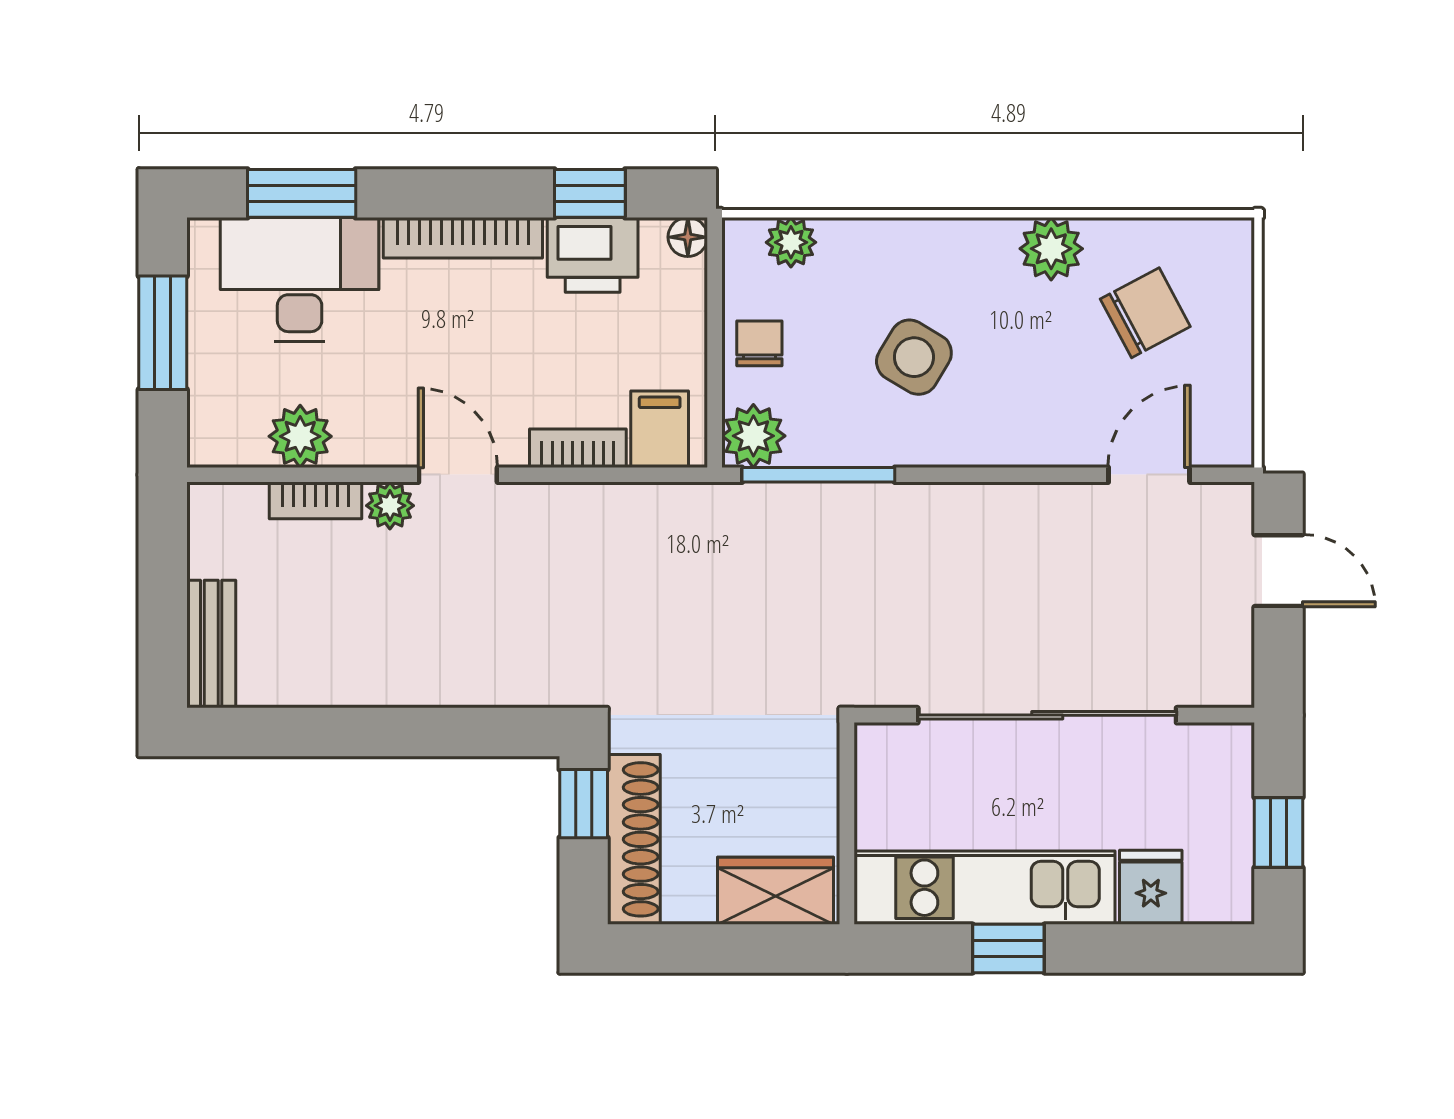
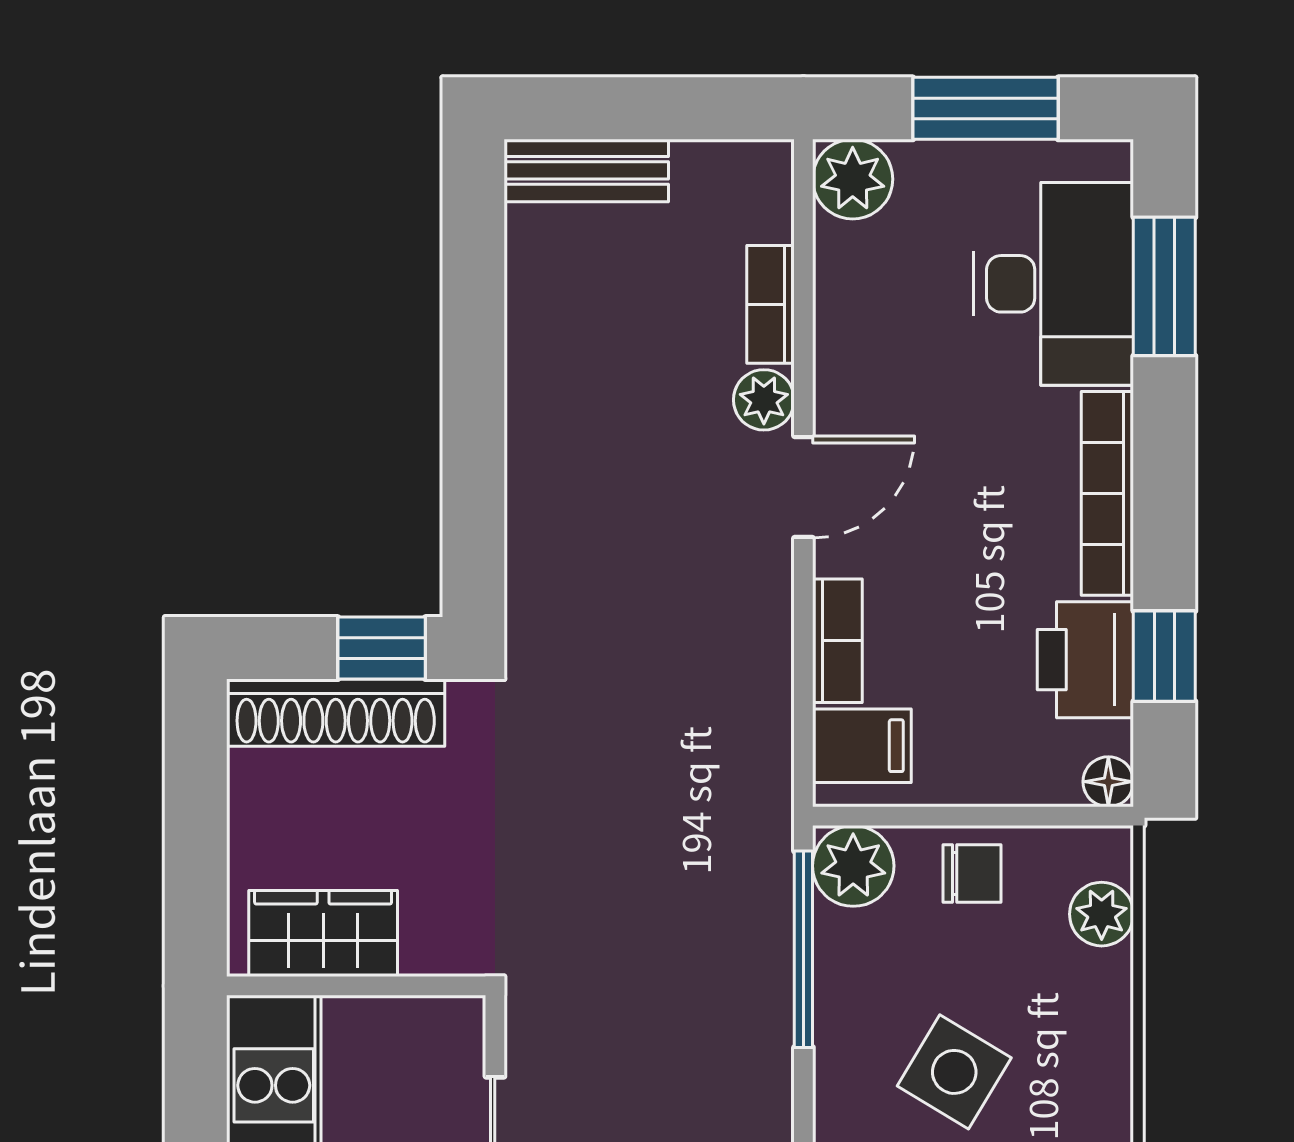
plant: (300, 436) -> (853, 179), moved
wardrobe: (776, 891) -> (323, 933), moved, turned -90

